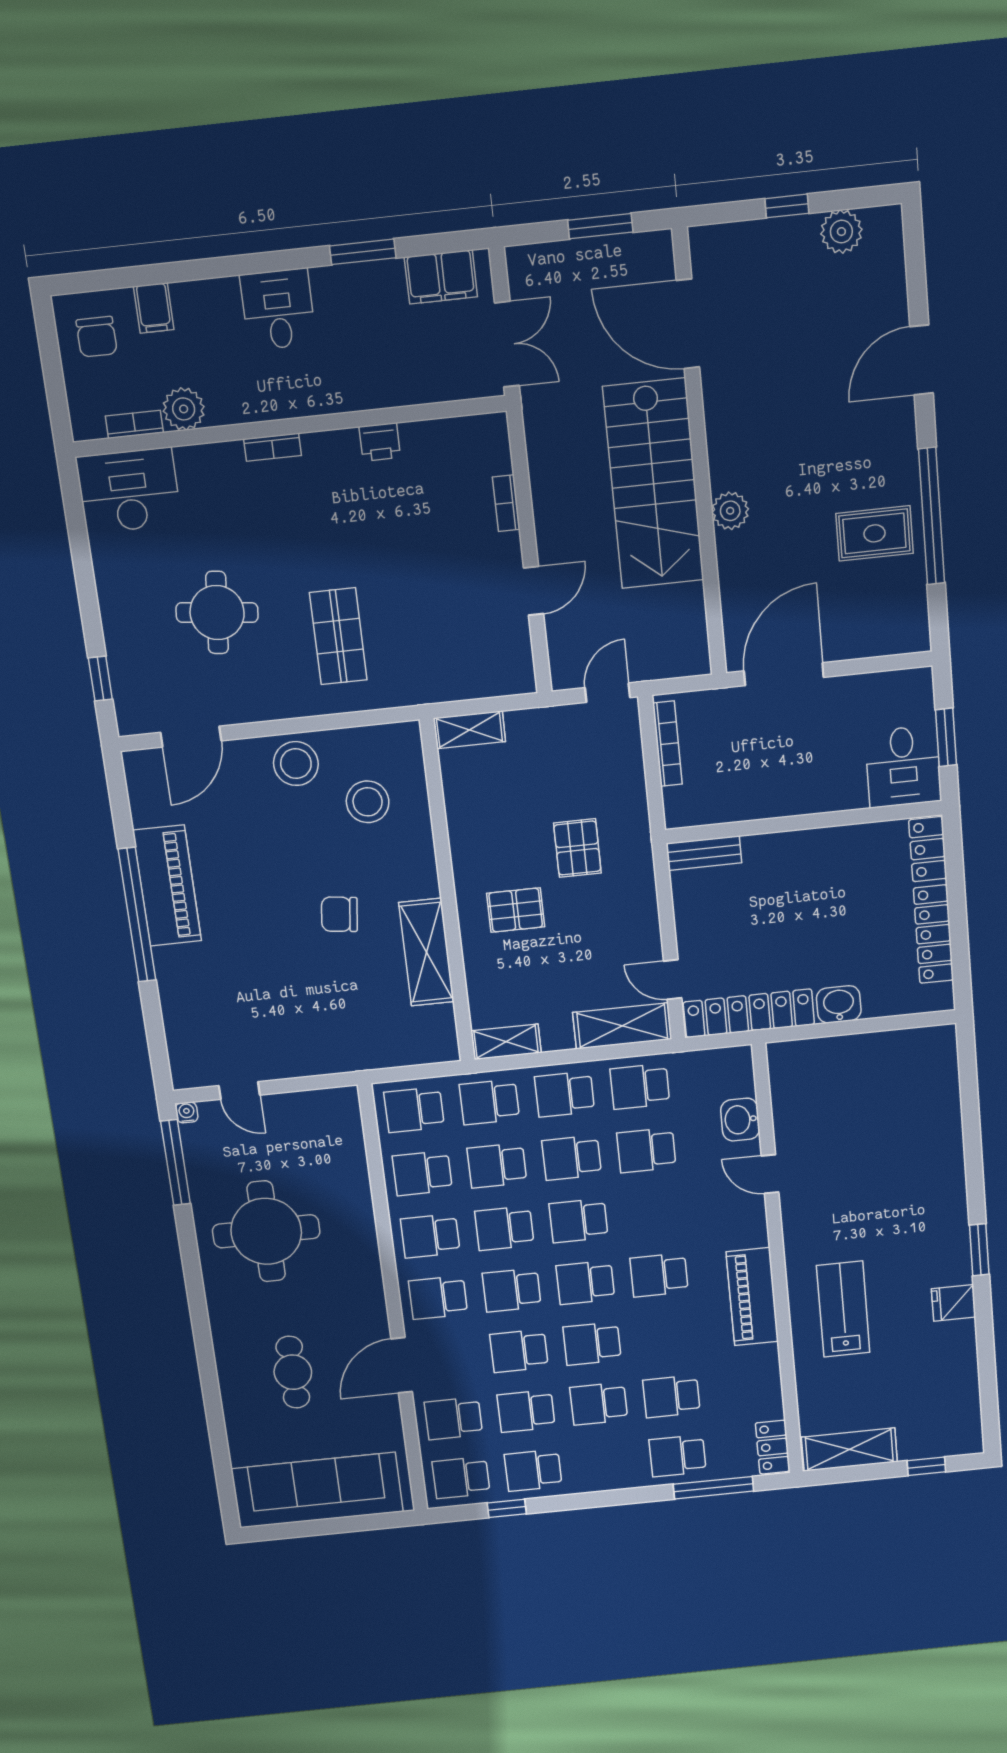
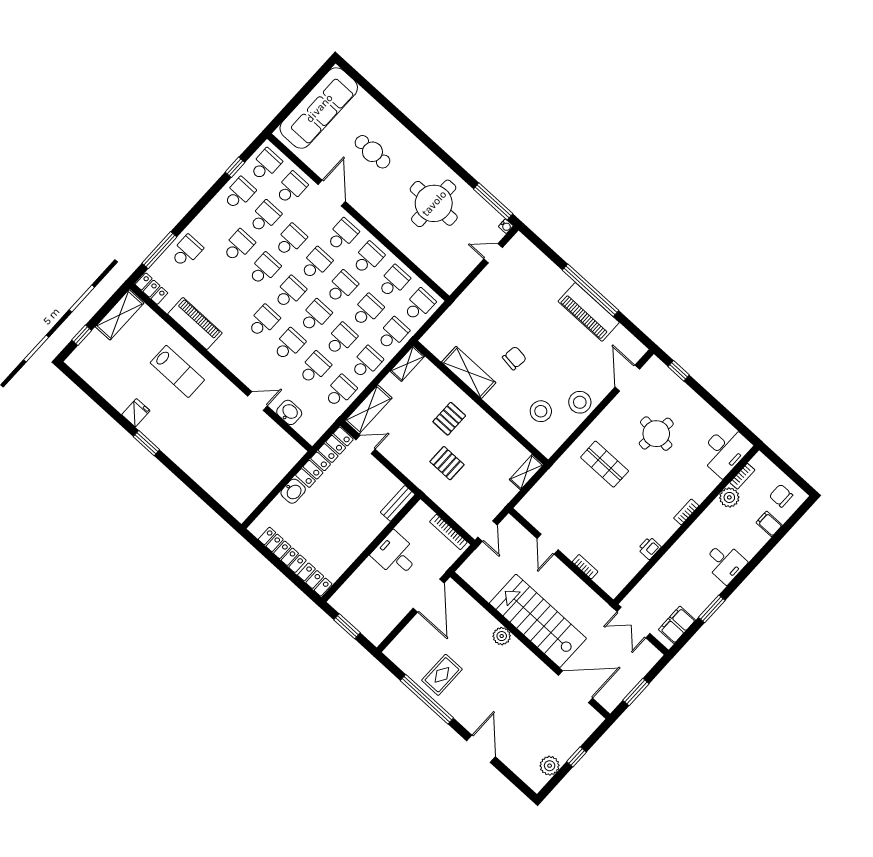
desk: (903, 766) -> (396, 555), moved
piano: (752, 1297) -> (195, 324), moved
school desk: (671, 1396) -> (289, 345), moved

